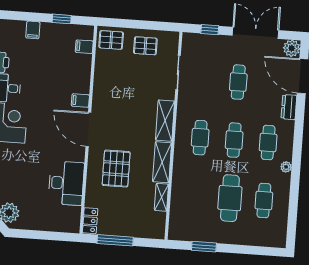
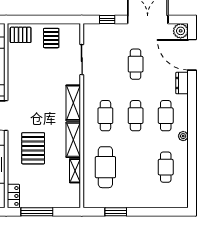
pallet: (145, 46) -> (51, 38), turned 90
cafe table: (230, 198) -> (105, 167), moved

